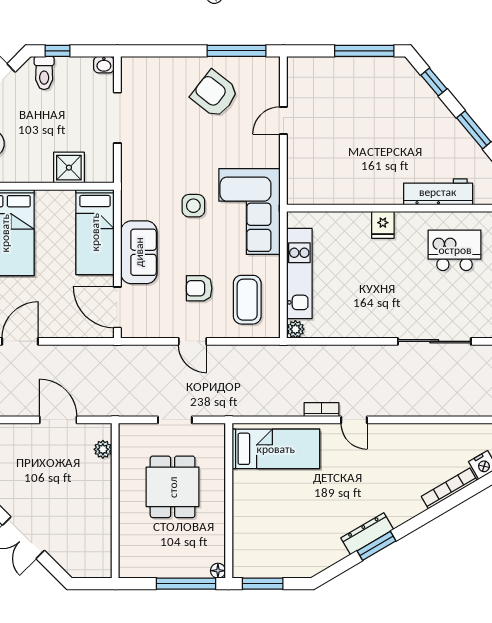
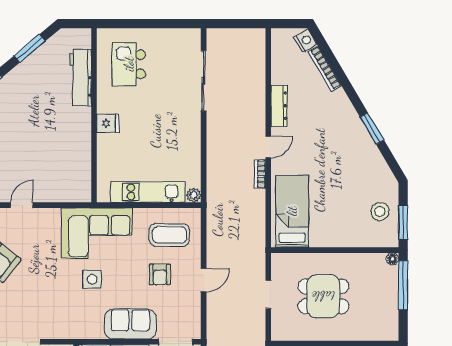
door: (283, 120) -> (22, 205), swing flipped
dresser: (367, 534) -> (279, 106), moved, turned -150
stool: (276, 556) -> (380, 212), added

